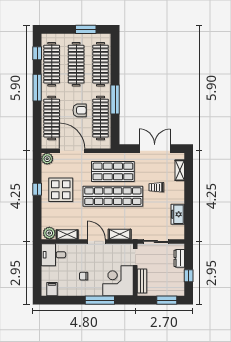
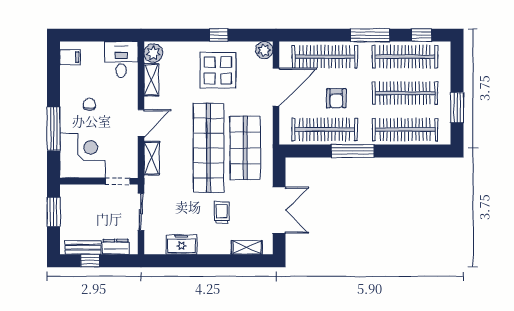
bench: (142, 281) -> (83, 247), moved
window: (167, 300) -> (54, 212), moved

